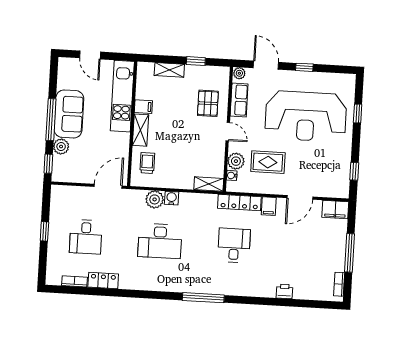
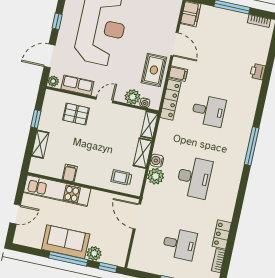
shelving: (140, 130) -> (143, 153), moved, turned 90
rug: (268, 162) -> (154, 70), moved
desk: (234, 245) -> (209, 111), turned 180

